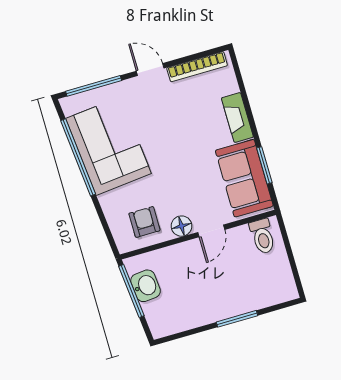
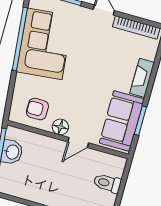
armchair: (144, 222) -> (37, 109), turned -90
toilet: (262, 236) -> (107, 183), moved, turned 90

